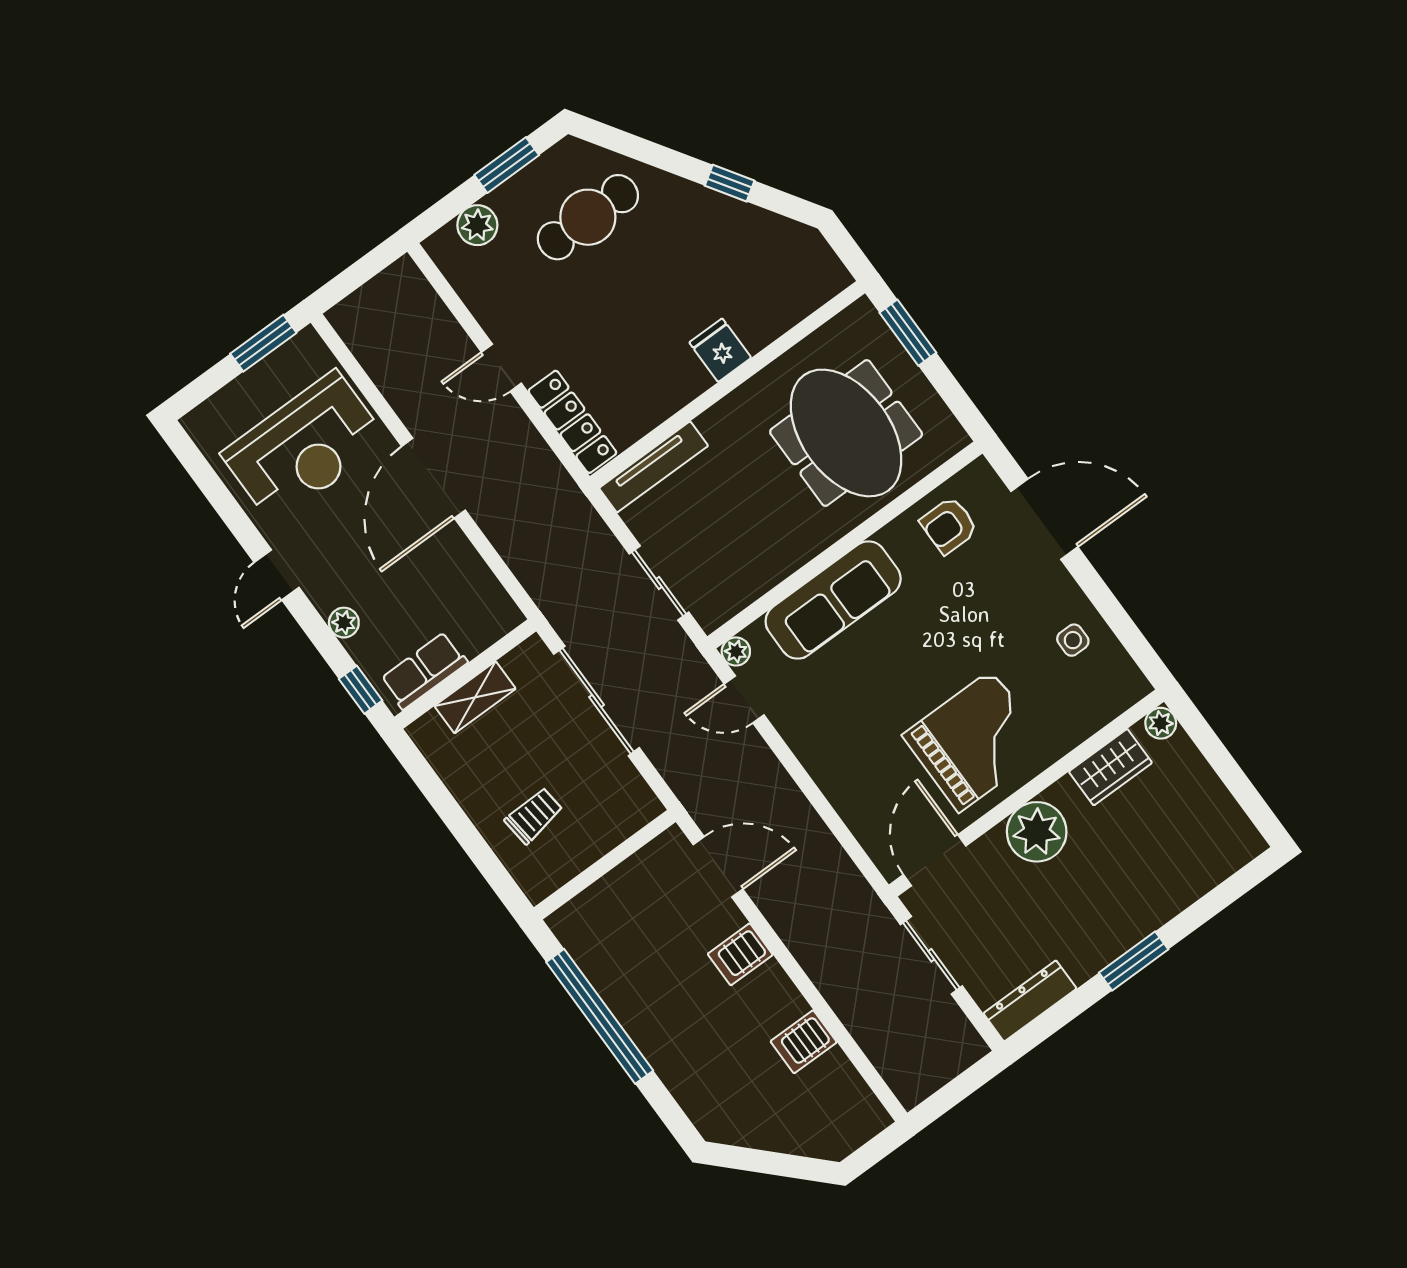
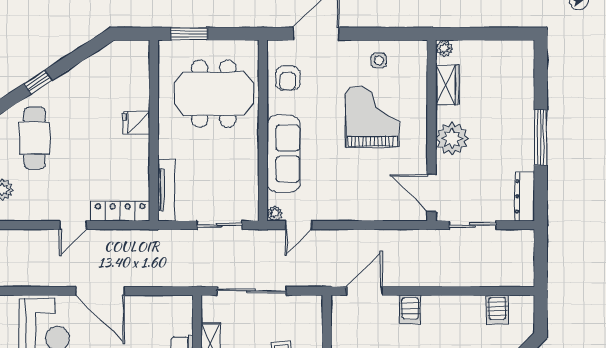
window: (730, 183) -> (38, 82), moved
grand piano: (975, 741) -> (372, 117), moved
window: (1134, 961) -> (541, 137), width x1.44
server rack: (804, 1042) -> (497, 310), moved

